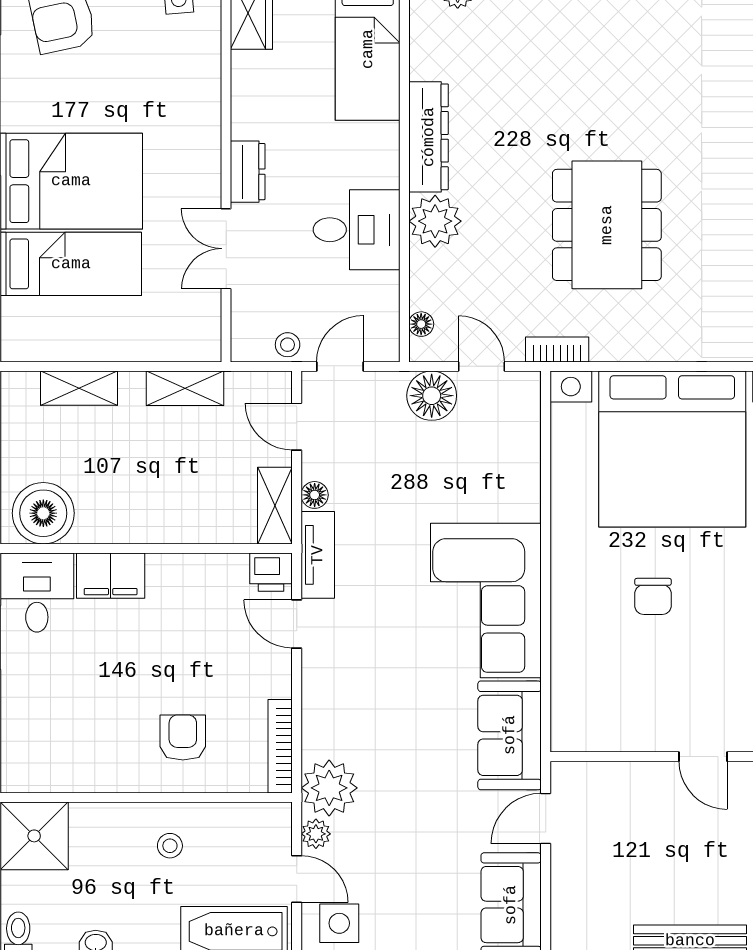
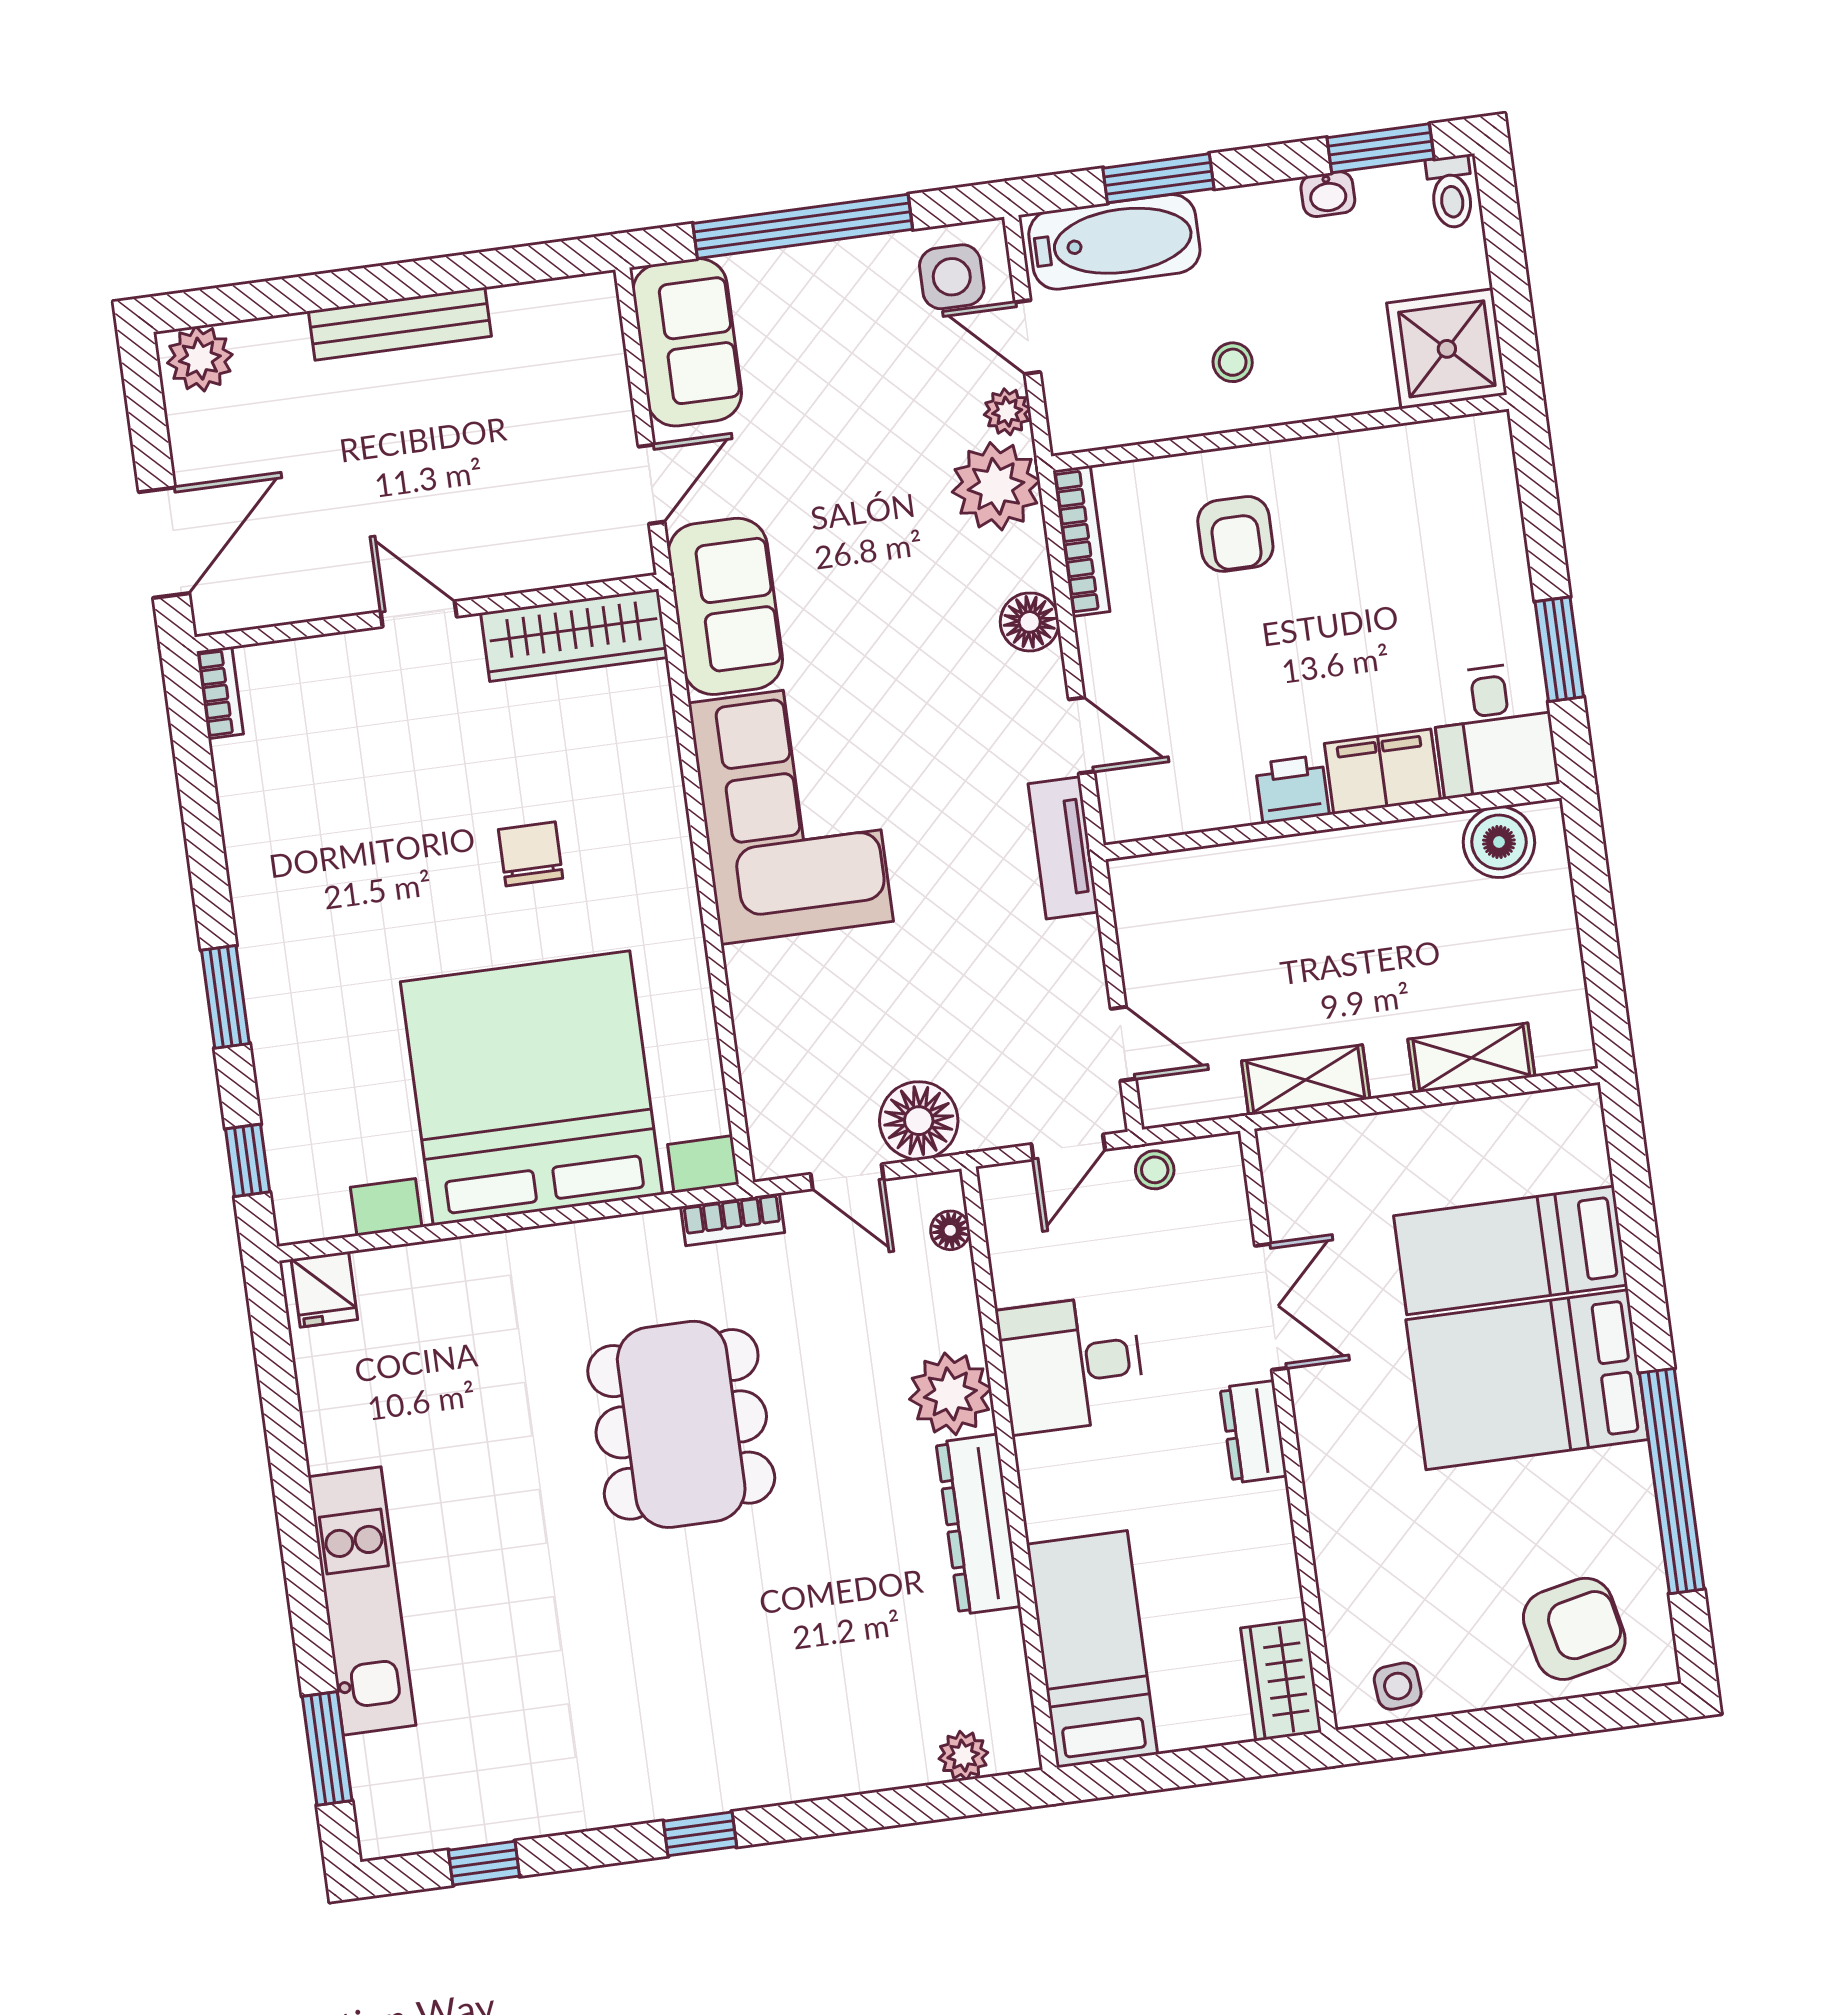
floor lamp: (315, 495) -> (1030, 622), moved, width x1.37, depth x1.37
shelving: (275, 506) -> (1141, 916), removed
boiler: (43, 513) -> (1499, 842), width x0.73, depth x0.73
printer: (271, 572) -> (1292, 789), moved
wardrobe: (607, 730) -> (574, 635), added

